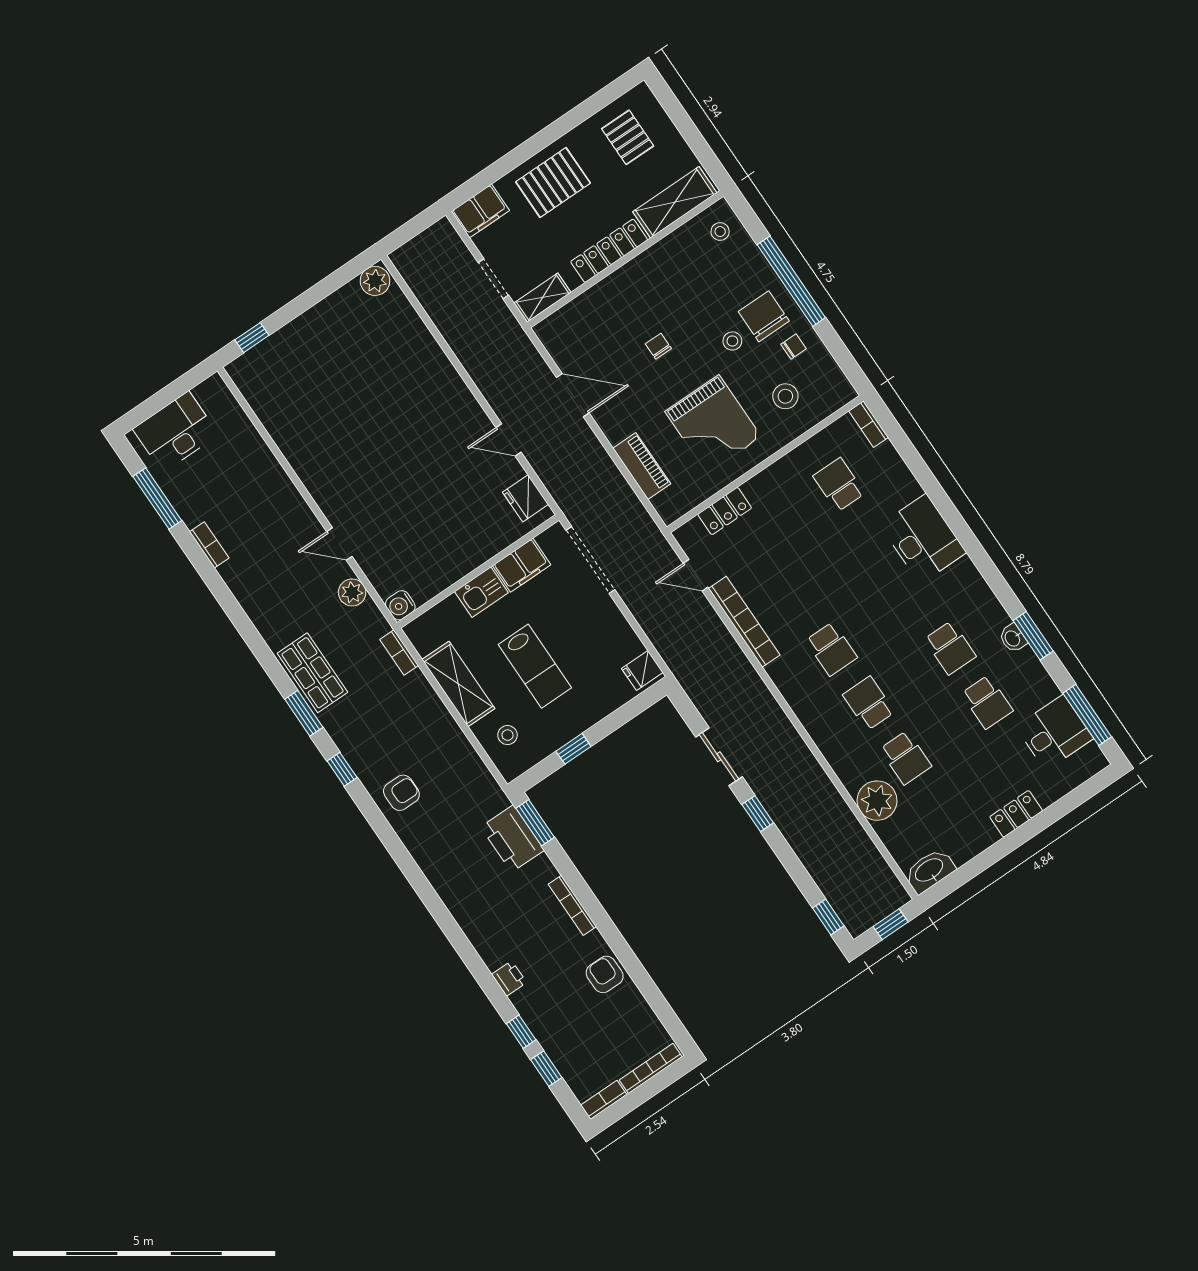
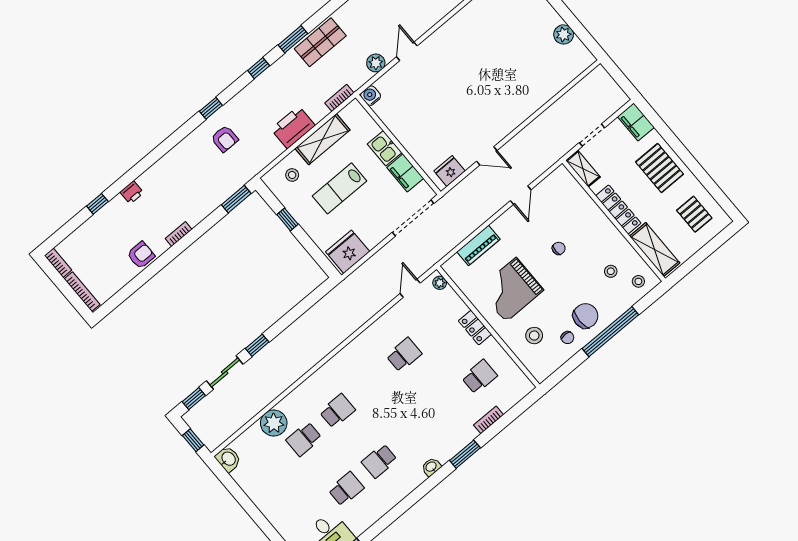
pallet: (628, 137) -> (694, 214), turned 90
plant: (375, 281) -> (564, 34), moved
stool: (732, 341) -> (611, 271), moved
door: (573, 395) -> (521, 195), width x0.73
bookcase: (869, 424) -> (489, 420), moved
door: (509, 440) -> (487, 156), swing flipped
locker: (725, 511) -> (475, 328), moved
plant: (692, 530) -> (440, 283), added
desk: (923, 539) -> (449, 436), removed
bookcase: (744, 622) -> (383, 323), removed
window: (1033, 636) -> (465, 454), moved
washbasin: (1013, 638) -> (431, 467), moved
school desk: (831, 649) -> (404, 355), moved, turned 180
fridge: (642, 670) -> (348, 252), width x1.88, depth x1.34
school desk: (987, 702) -> (346, 489), turned 180
sliding door: (719, 757) -> (225, 373), moved
armchair: (401, 793) -> (225, 139), moved
locker: (1016, 814) -> (274, 516), removed
printer: (512, 839) -> (293, 127), moved
washbasin: (930, 871) -> (228, 459), width x0.72
bookcase: (572, 905) -> (179, 234), width x0.64
window: (546, 1069) -> (211, 108), moved

